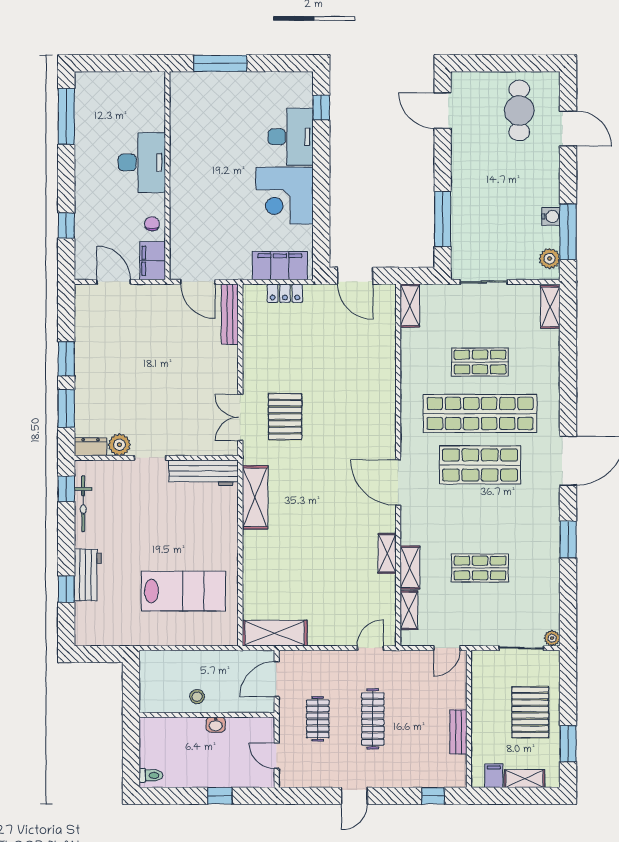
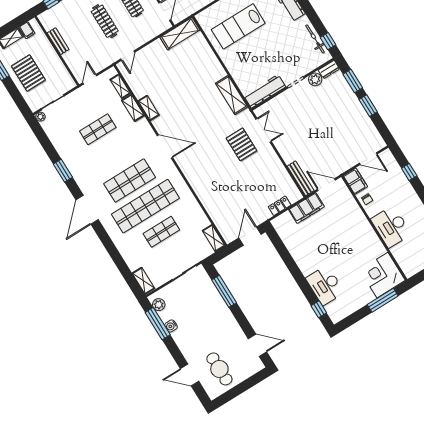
corner desk: (285, 196) -> (382, 275), moved, turned -90
filing cabinet: (280, 266) -> (306, 208), moved
door: (355, 276) -> (250, 236), hinge flipped

